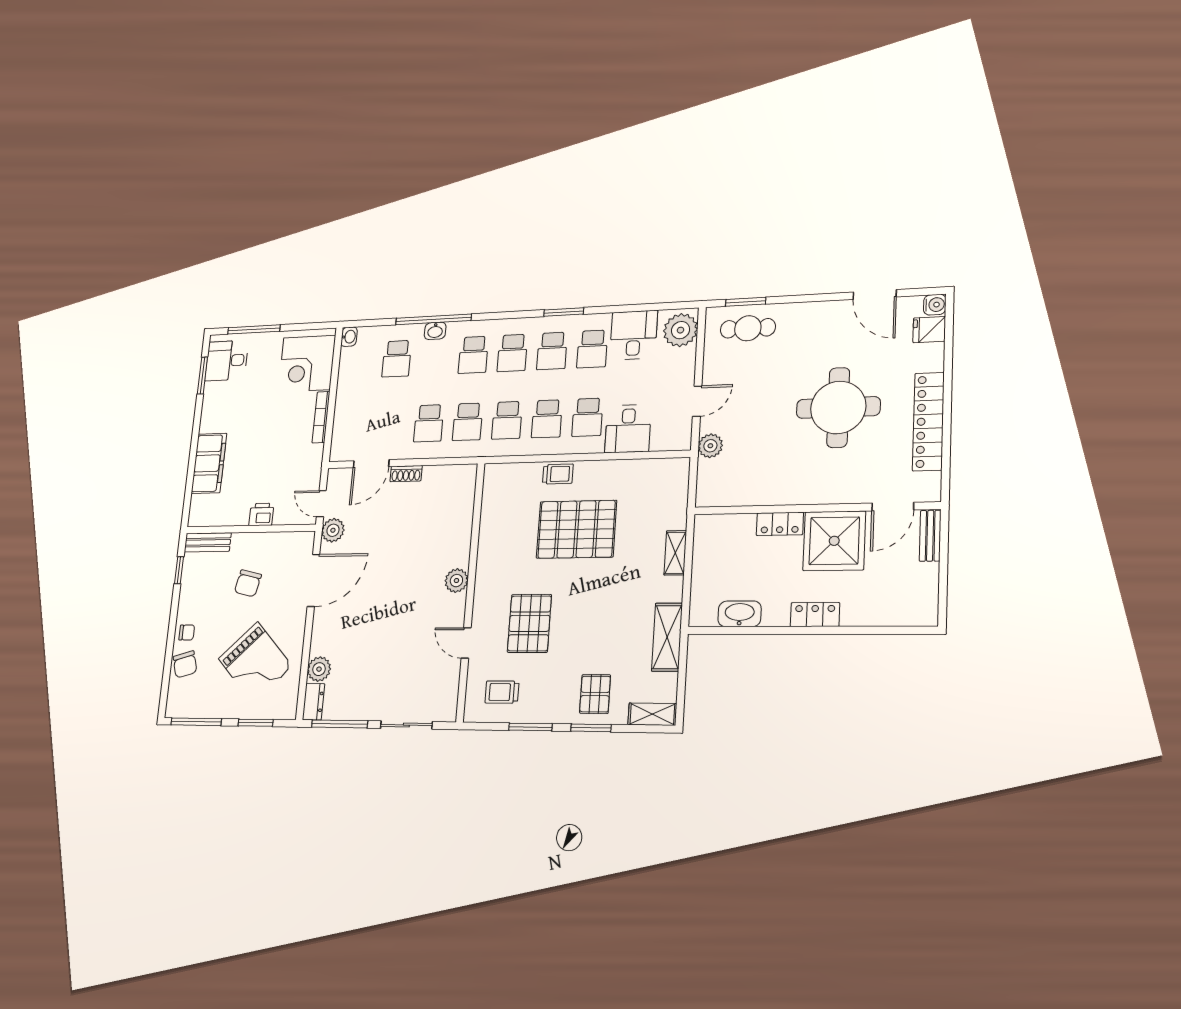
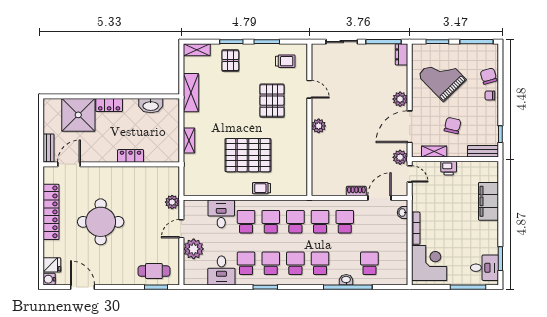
plant: (680, 330) -> (194, 249), moved
washbasin: (349, 337) -> (402, 213), moved
shelving: (280, 541) -> (434, 151), added
shower: (834, 541) -> (78, 115), moved
plant: (319, 669) -> (400, 99), moved

